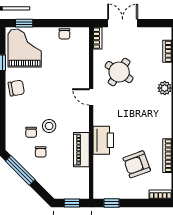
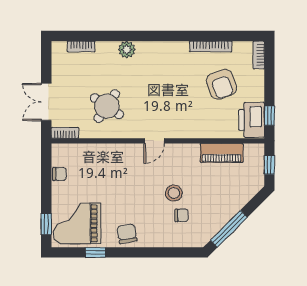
door: (91, 97) -> (154, 141), moved
printer: (103, 140) -> (252, 120), moved, turned -90
piano: (81, 150) -> (222, 153), moved
chair: (41, 152) -> (206, 203), removed

